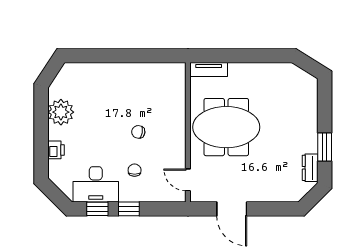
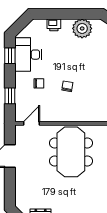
window: (129, 209) -> (10, 96), moved

